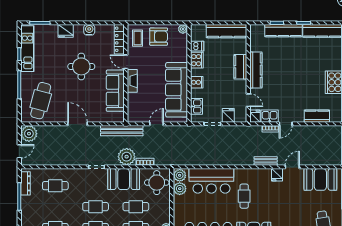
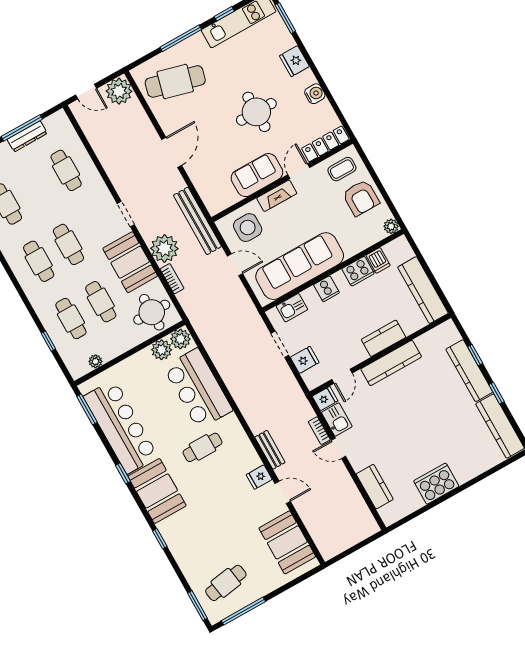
sofa: (115, 91) -> (257, 175), width x0.73
side table: (140, 106) -> (248, 228), added
dresser: (25, 183) -> (27, 136), moved

